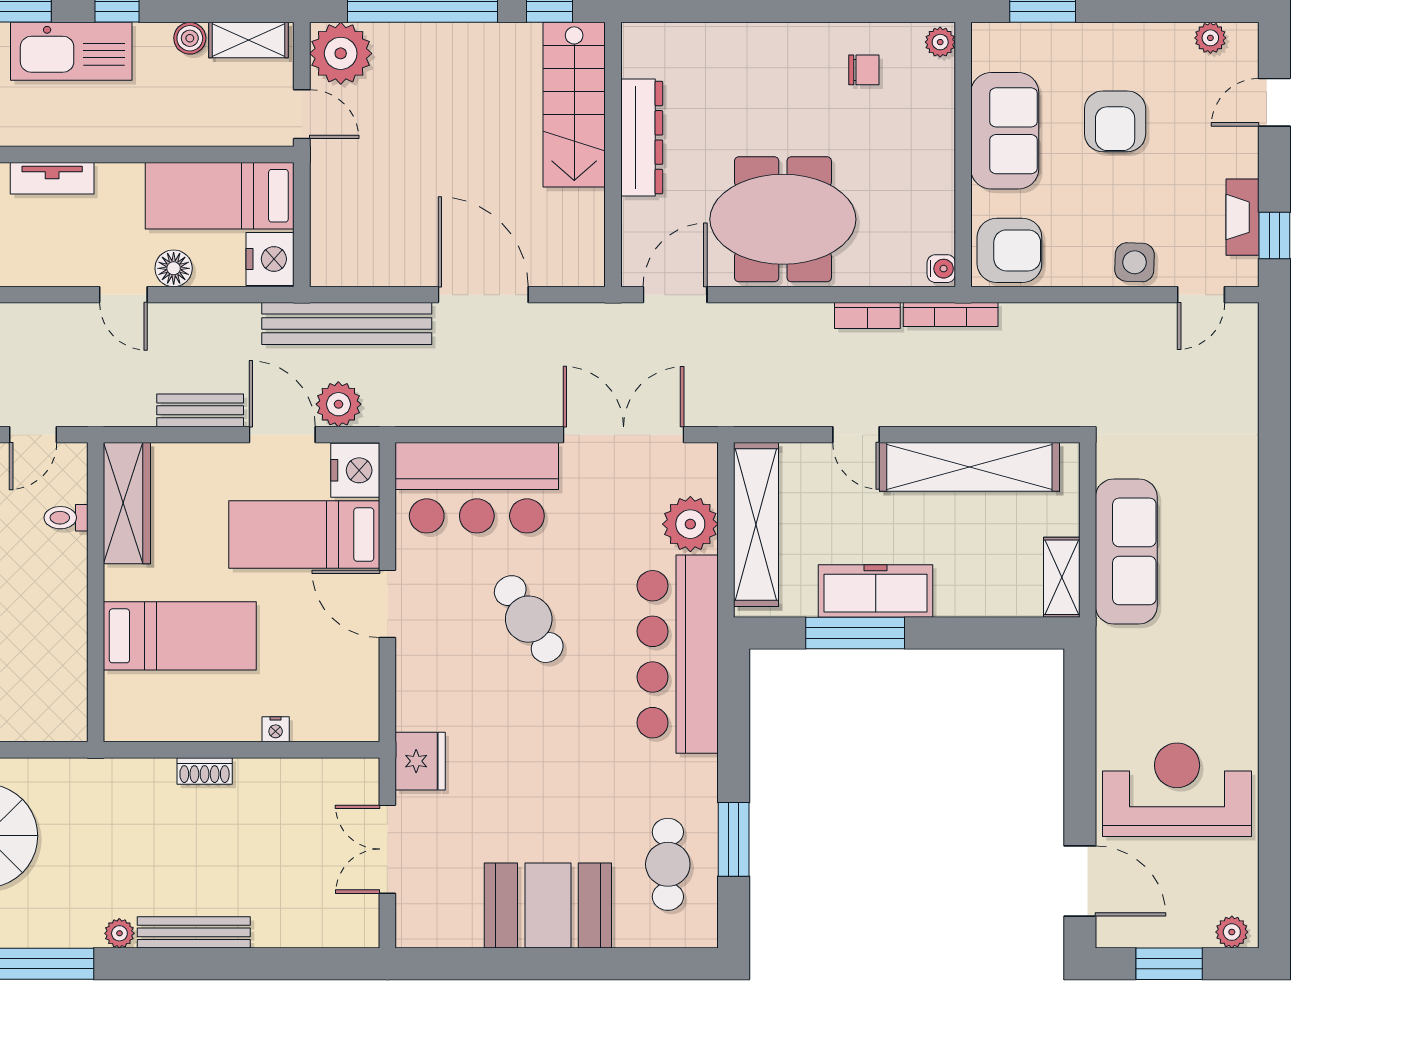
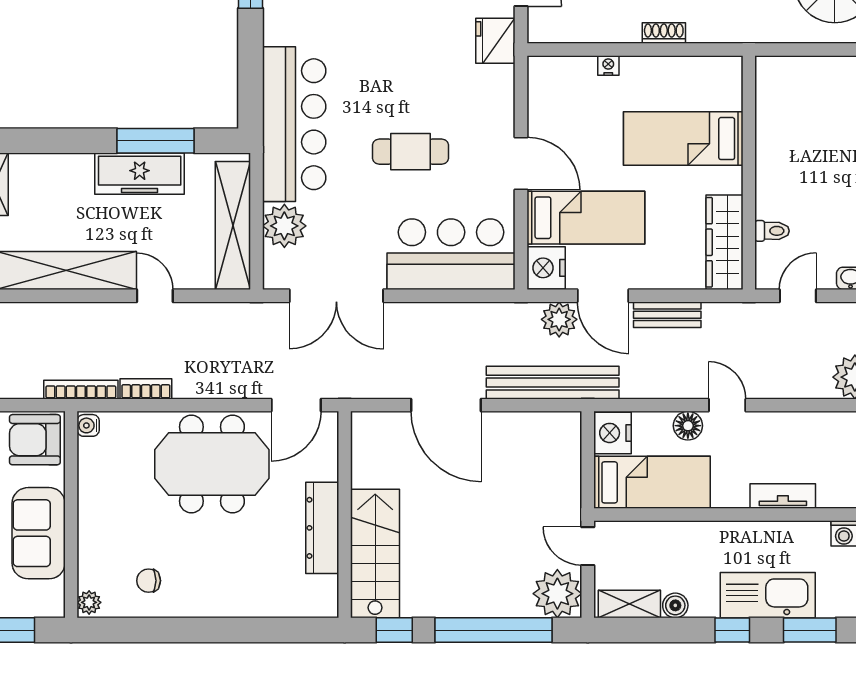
cafe table: (529, 619) -> (411, 152), turned -57

